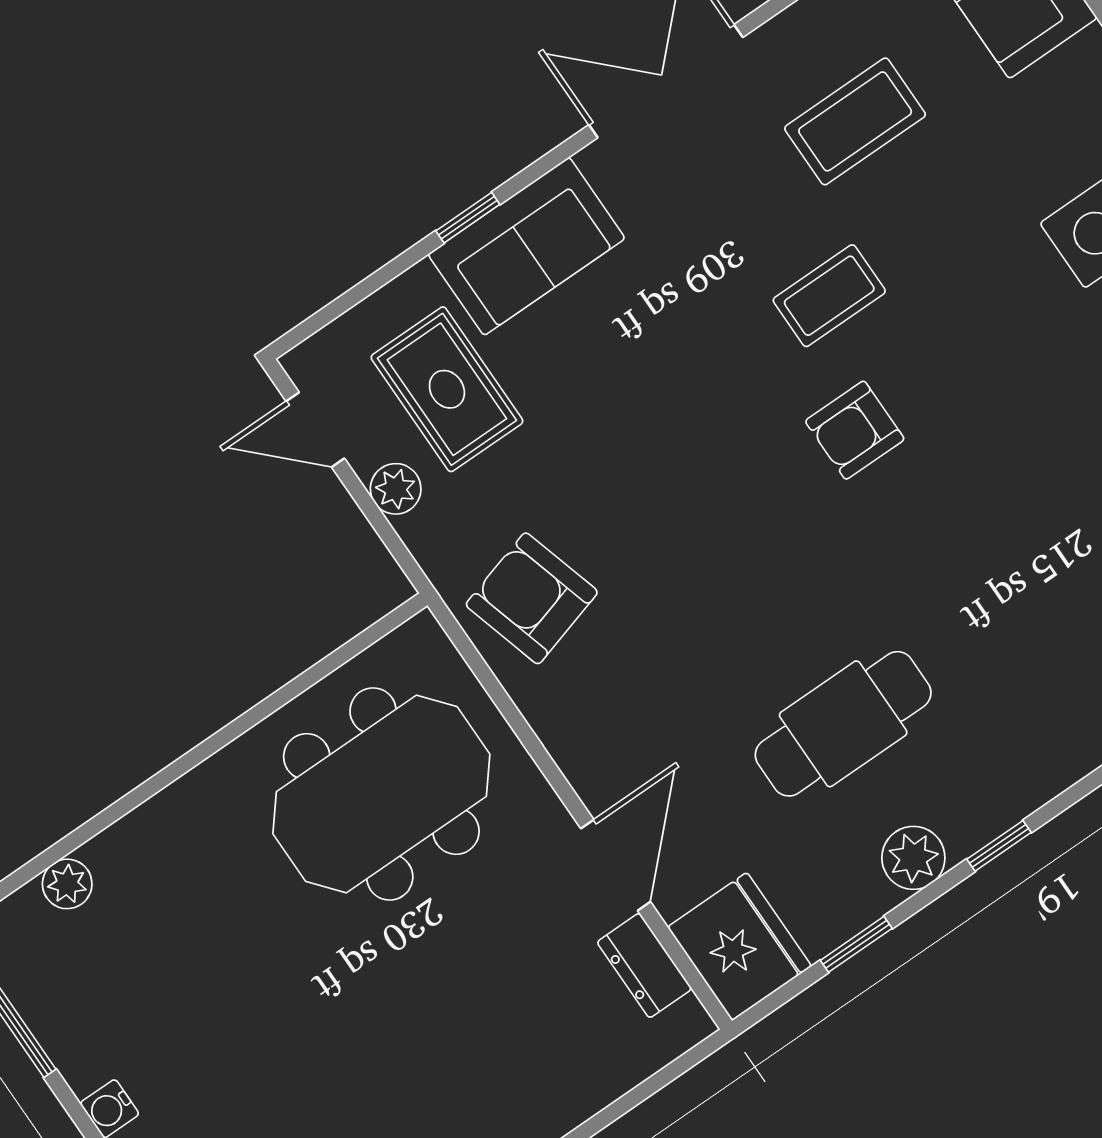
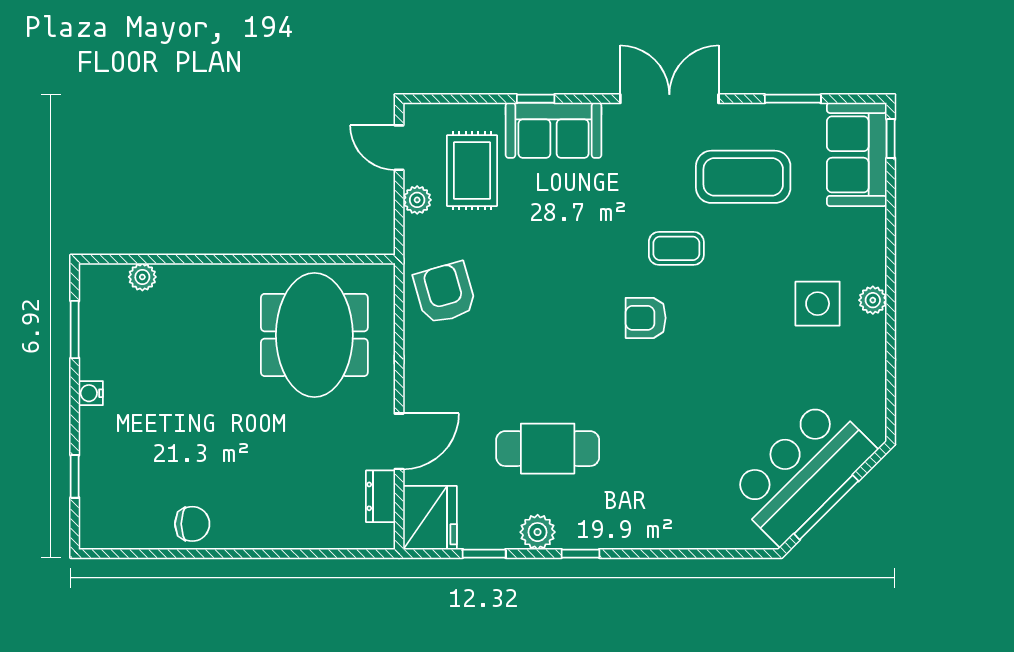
coffee table: (855, 121) -> (743, 177), width x1.36, depth x1.32
meeting table: (381, 794) -> (314, 335), turned 90

